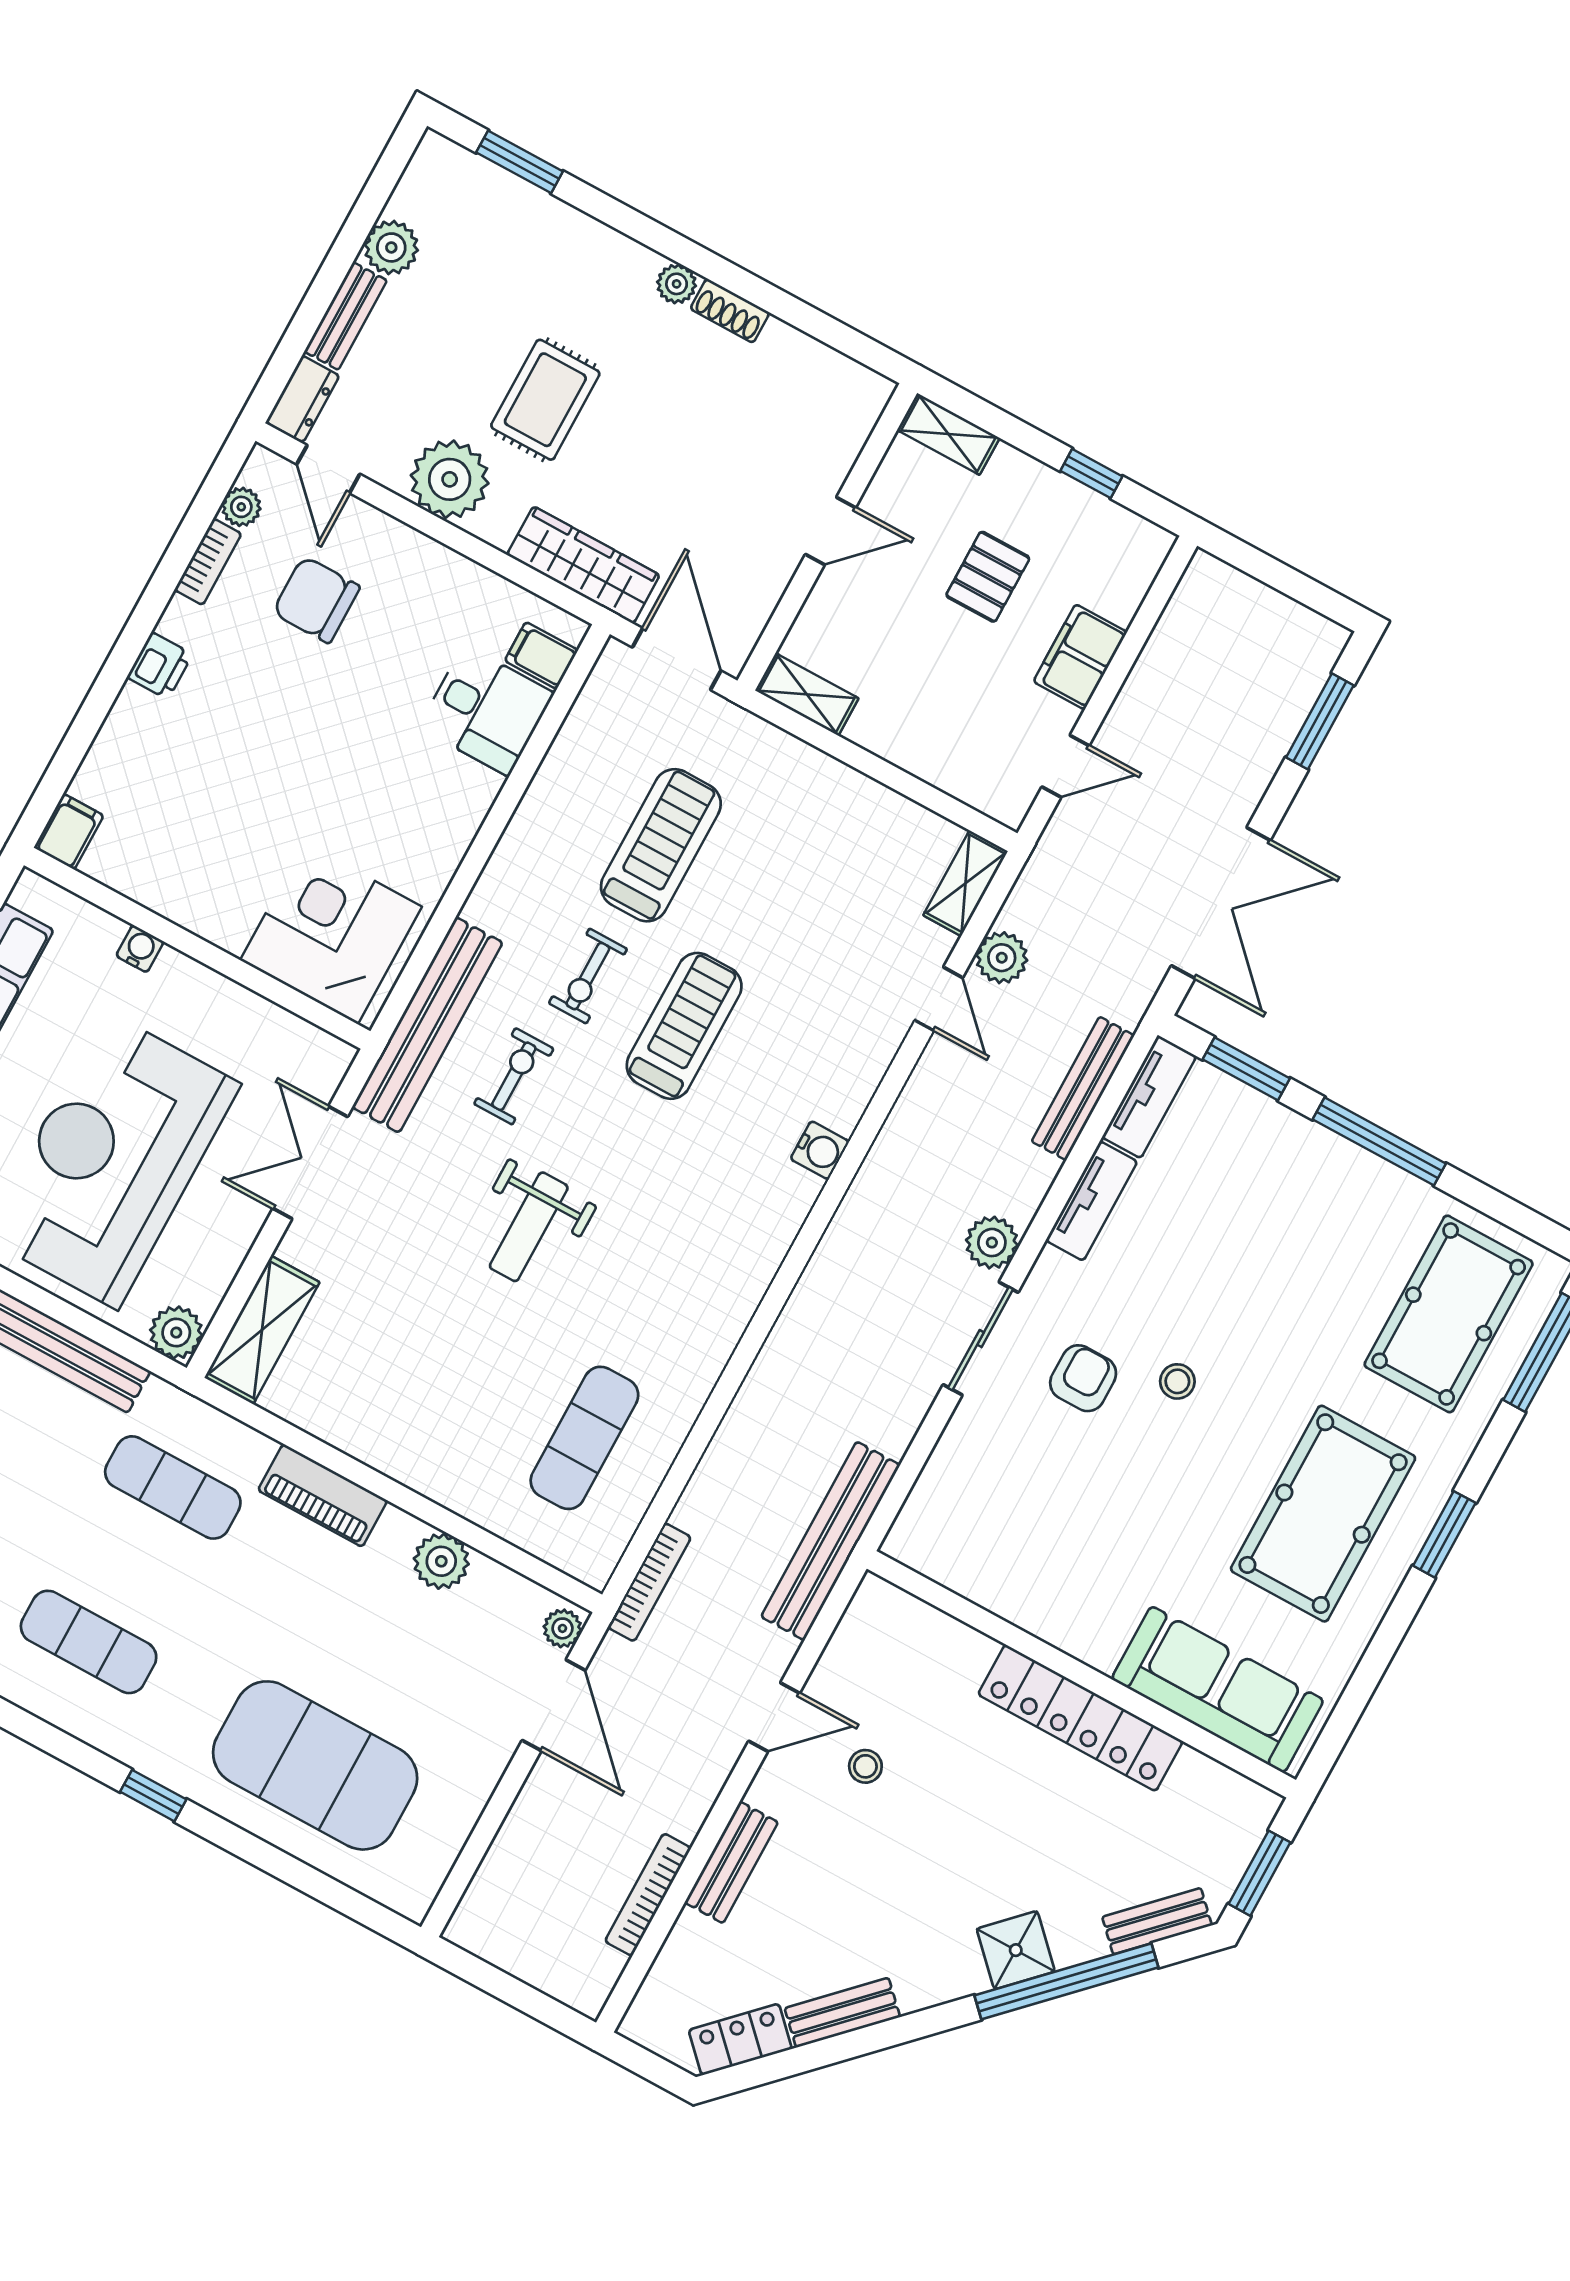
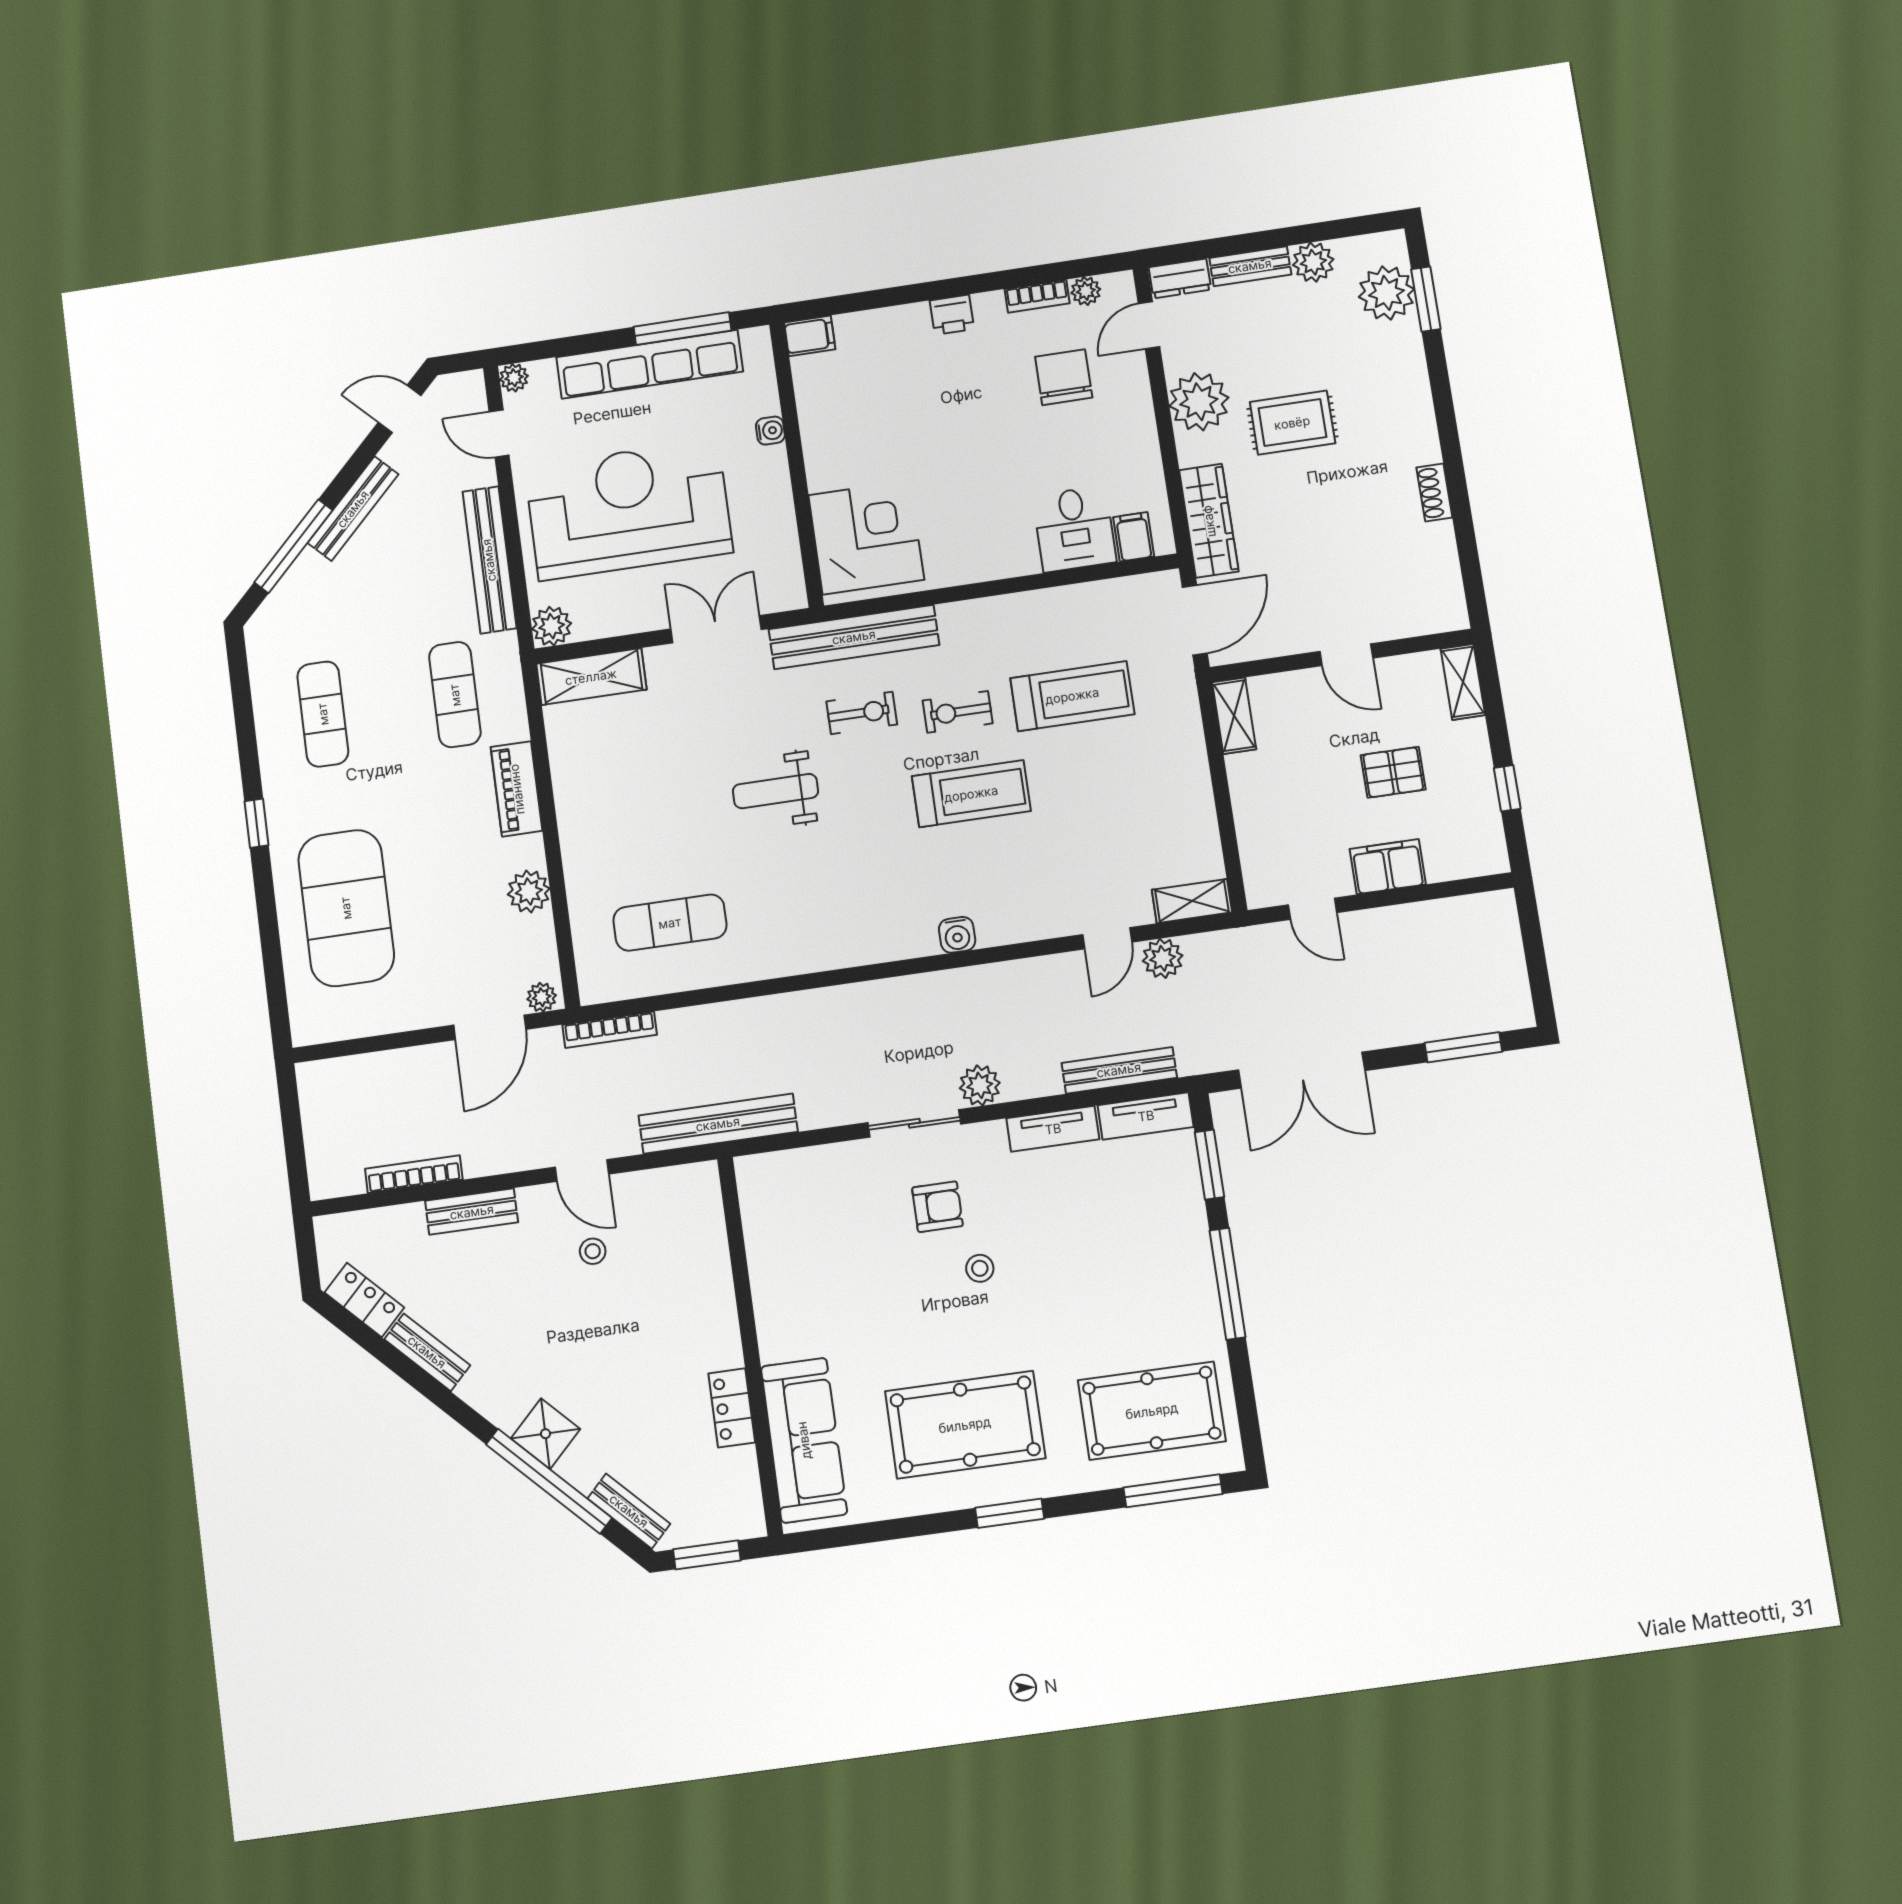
plant: (677, 284) -> (1386, 293), moved, width x1.87, depth x1.87
locker: (1080, 1718) -> (732, 1408), width x0.46, depth x0.83

